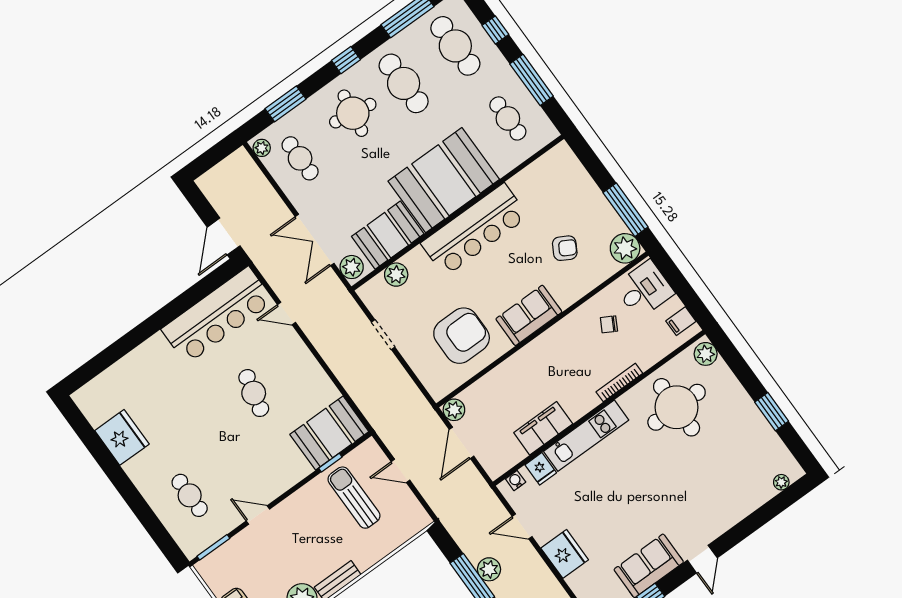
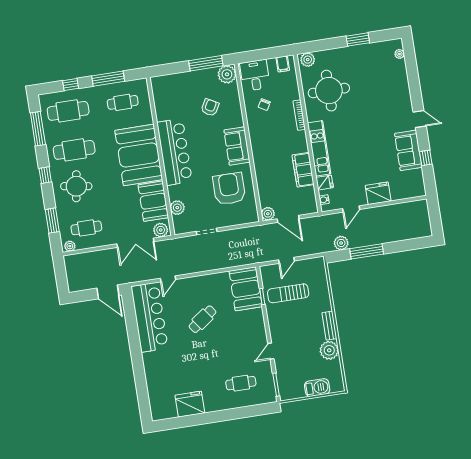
cafe table: (254, 393) -> (202, 319), turned -49
plant: (489, 569) -> (341, 243), moved

